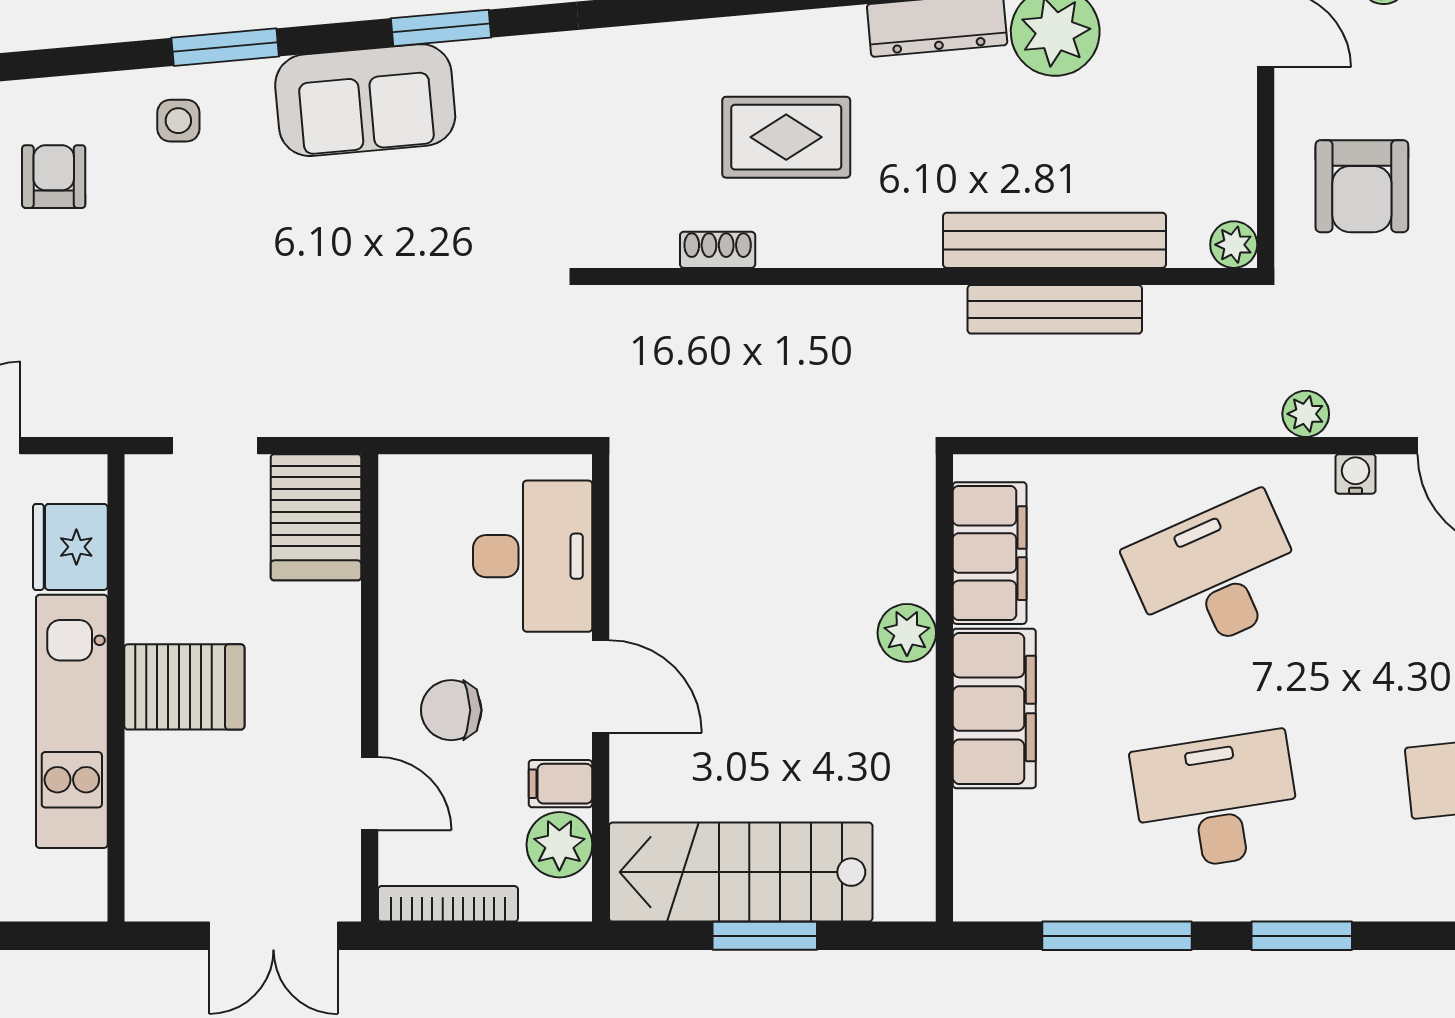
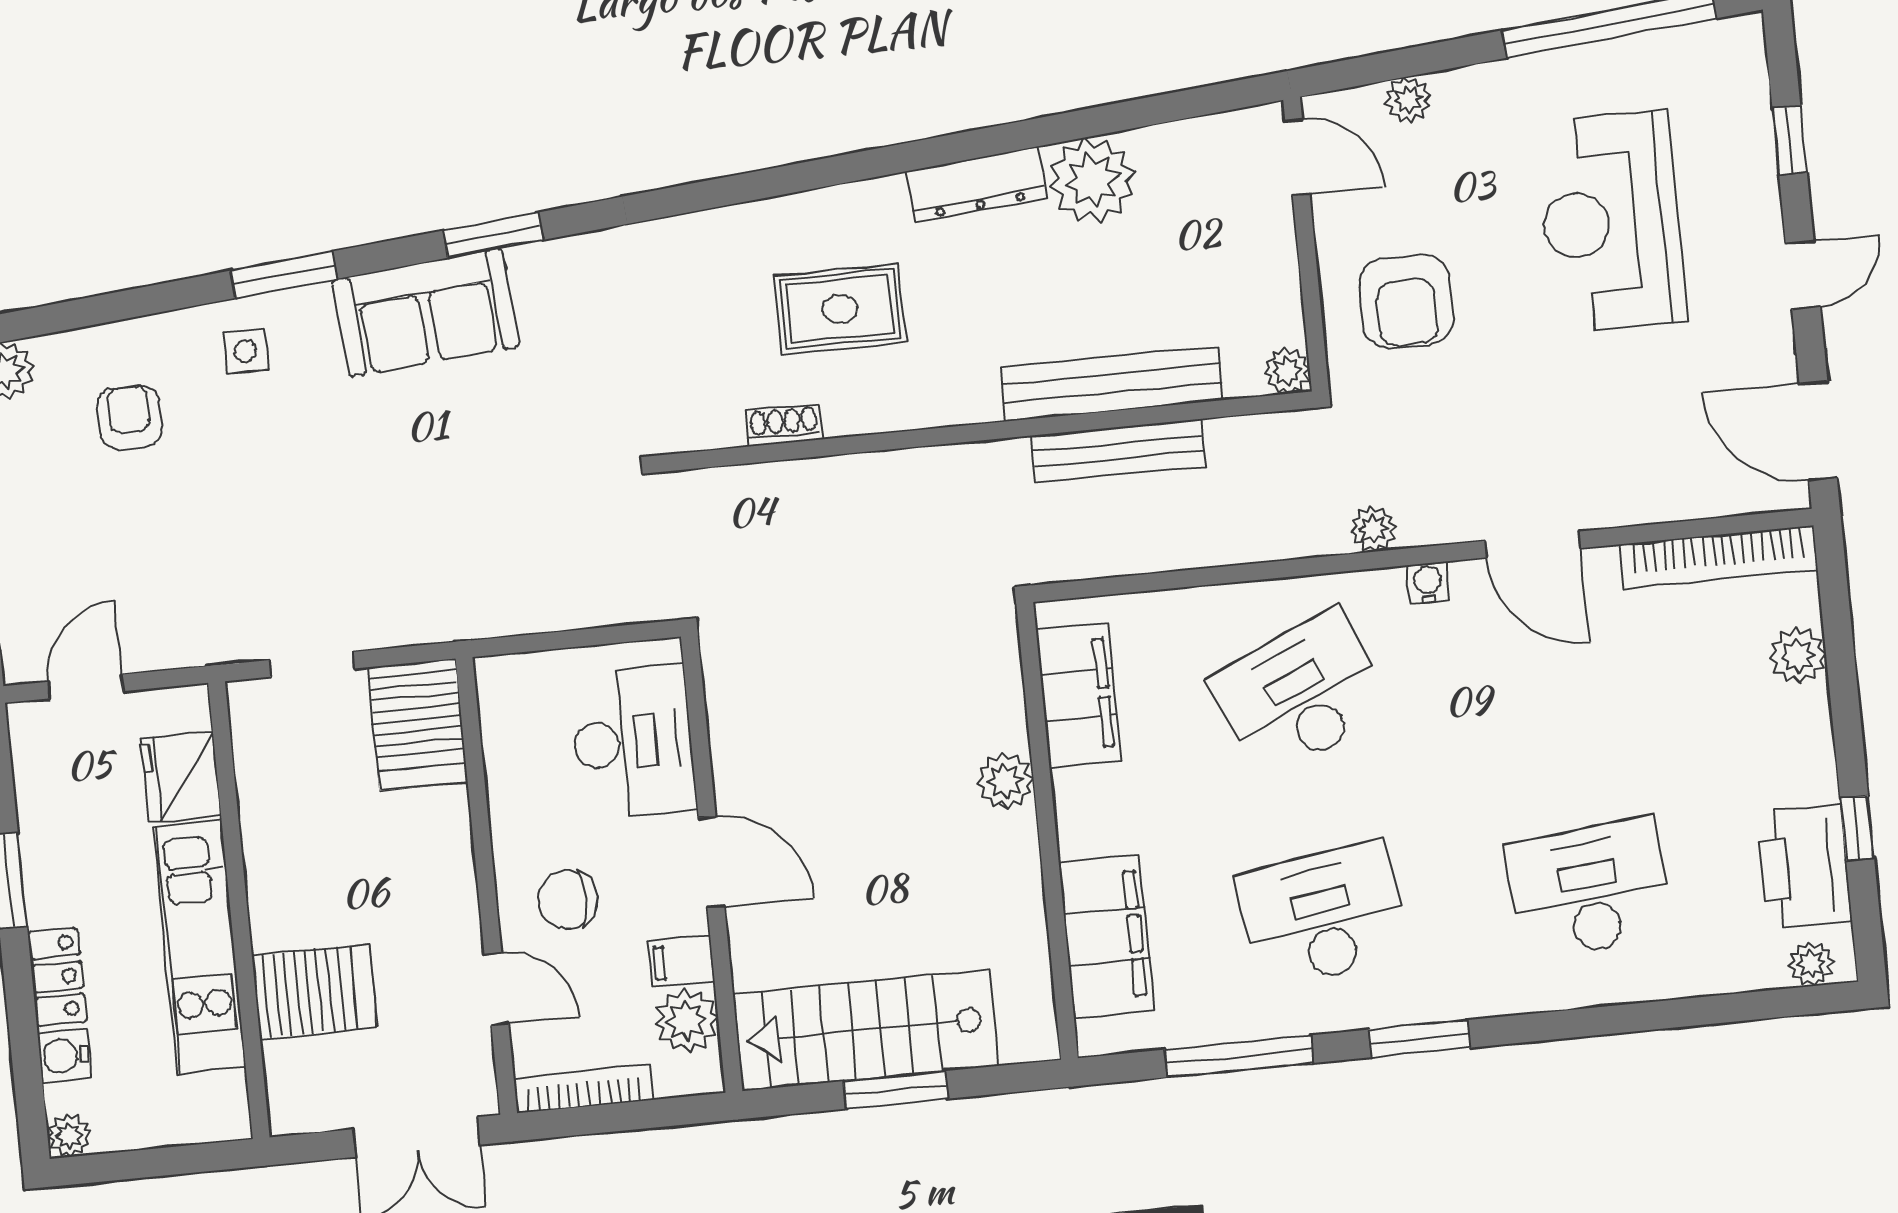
server rack: (184, 687) -> (314, 991), moved
filing cabinet: (994, 708) -> (1107, 936), moved

